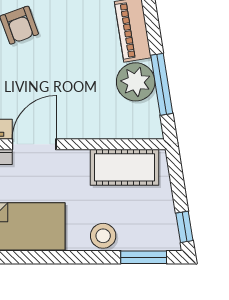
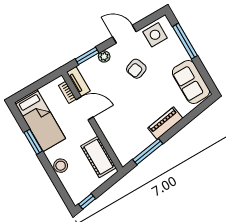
plant: (136, 82) -> (142, 139), removed
window: (144, 257) -> (33, 142), moved

